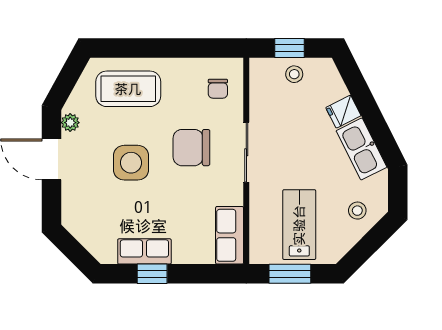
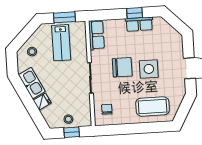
plant: (70, 123) -> (181, 88), removed
chair: (191, 148) -> (122, 67), moved

